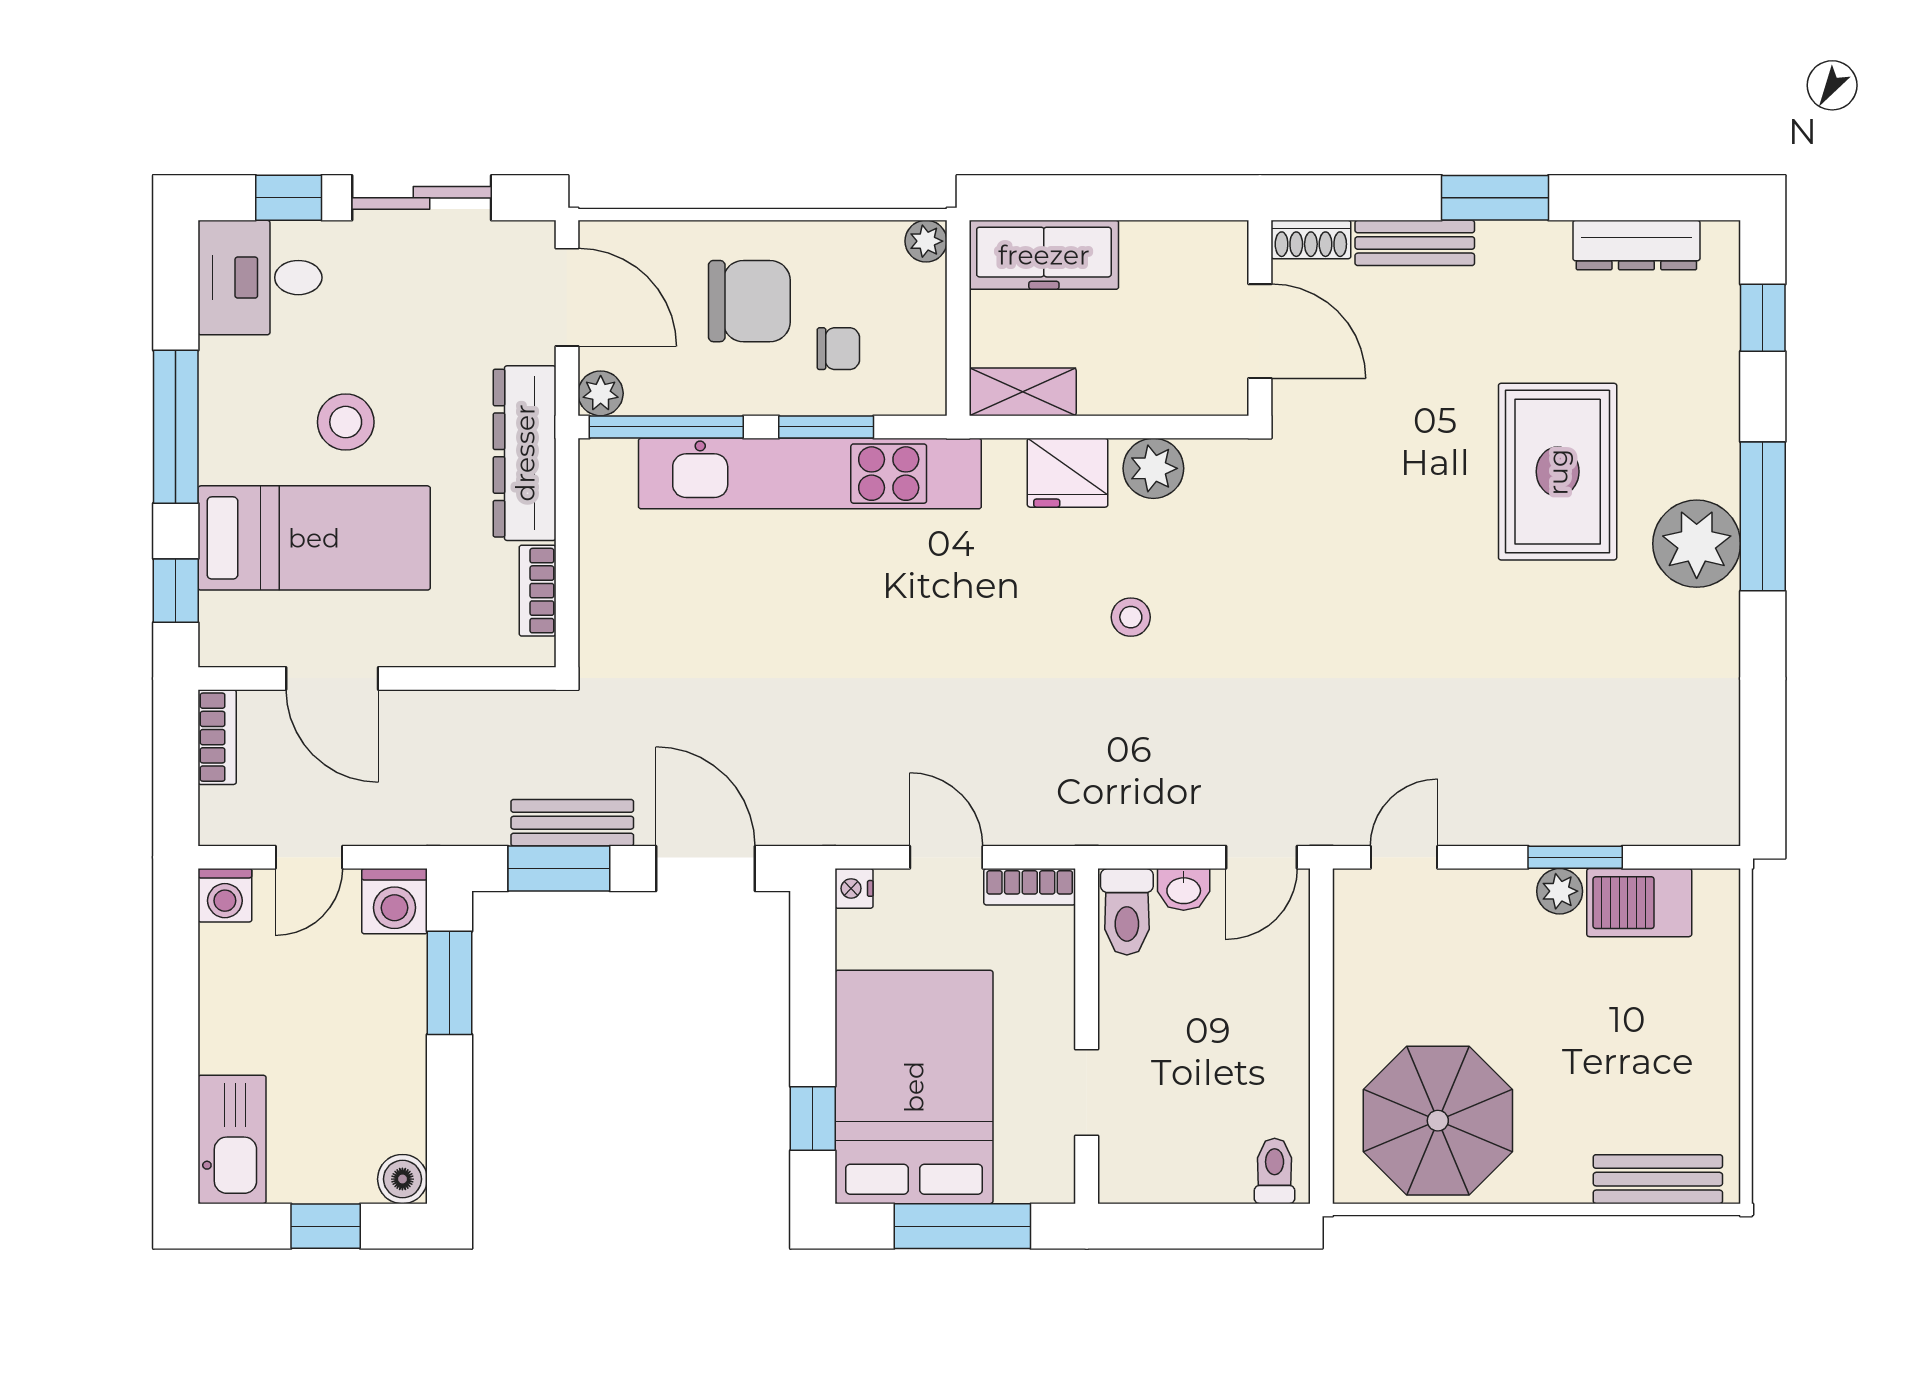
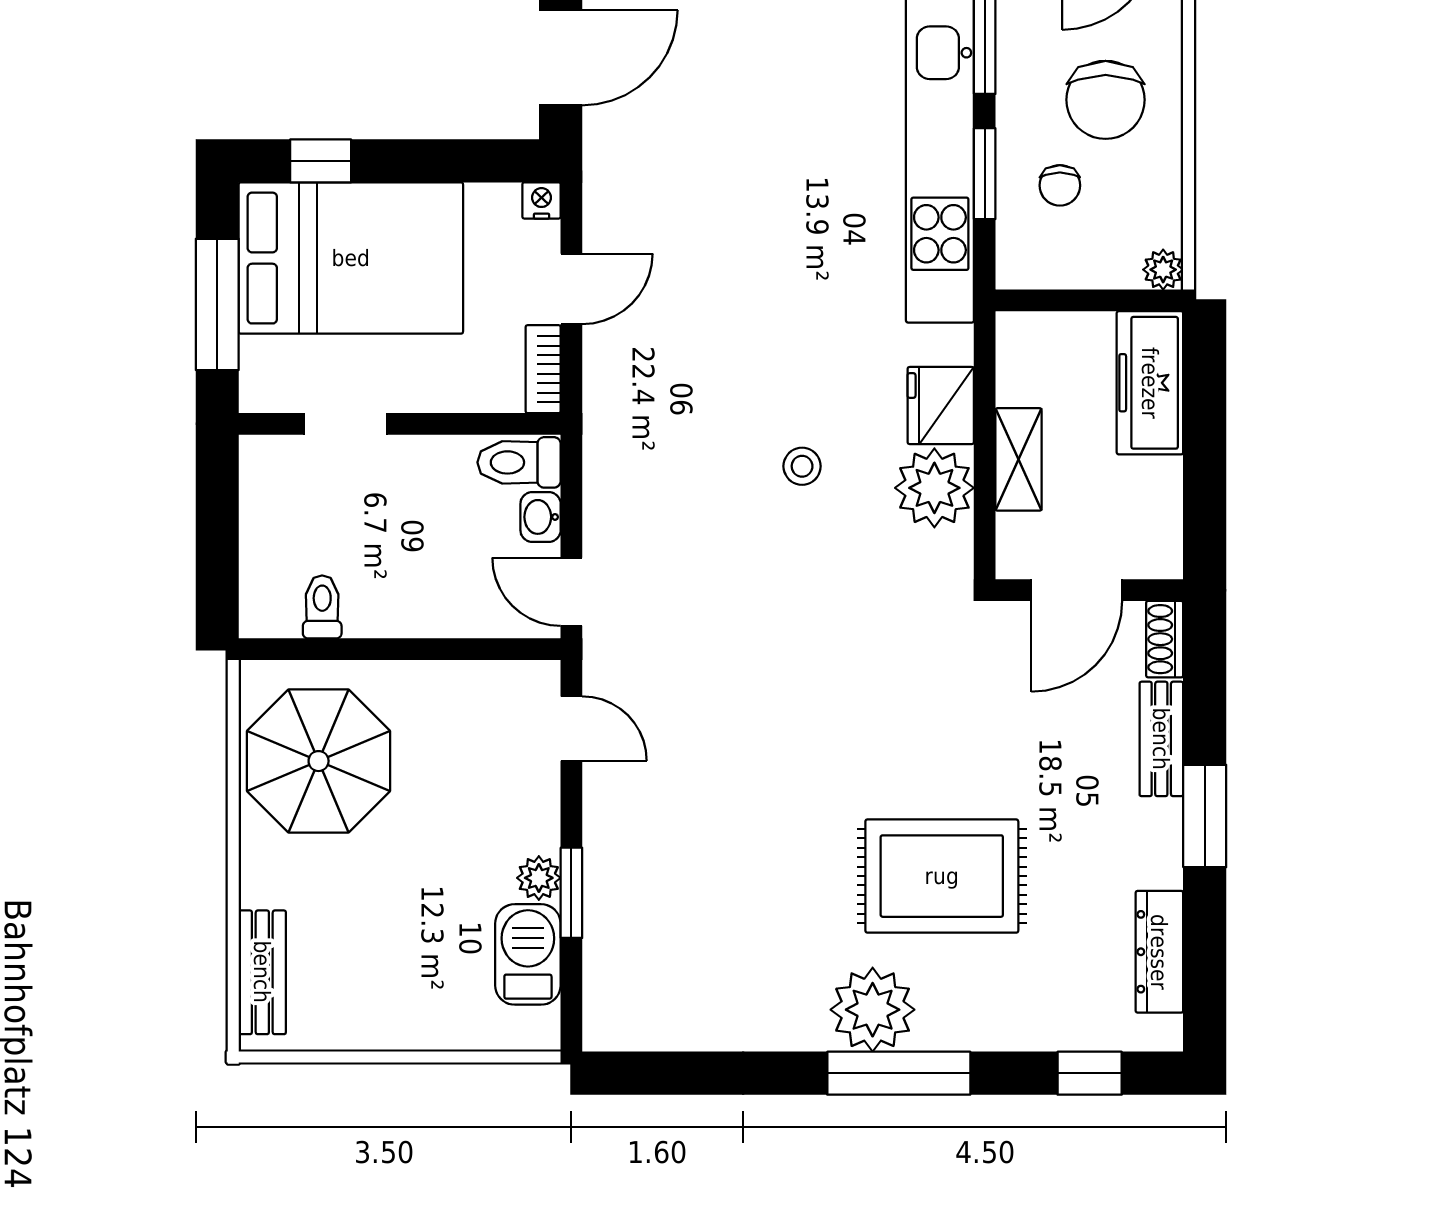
shelving: (1023, 392) -> (1018, 459), moved
plant: (1153, 468) -> (934, 488), width x1.36, depth x1.36
toilet: (1275, 1171) -> (322, 607), moved, turned -90

